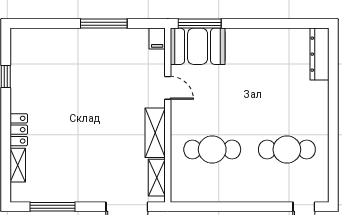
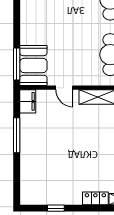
filing cabinet: (157, 39) -> (28, 101), width x2.00
door: (168, 88) -> (64, 88), swing flipped

